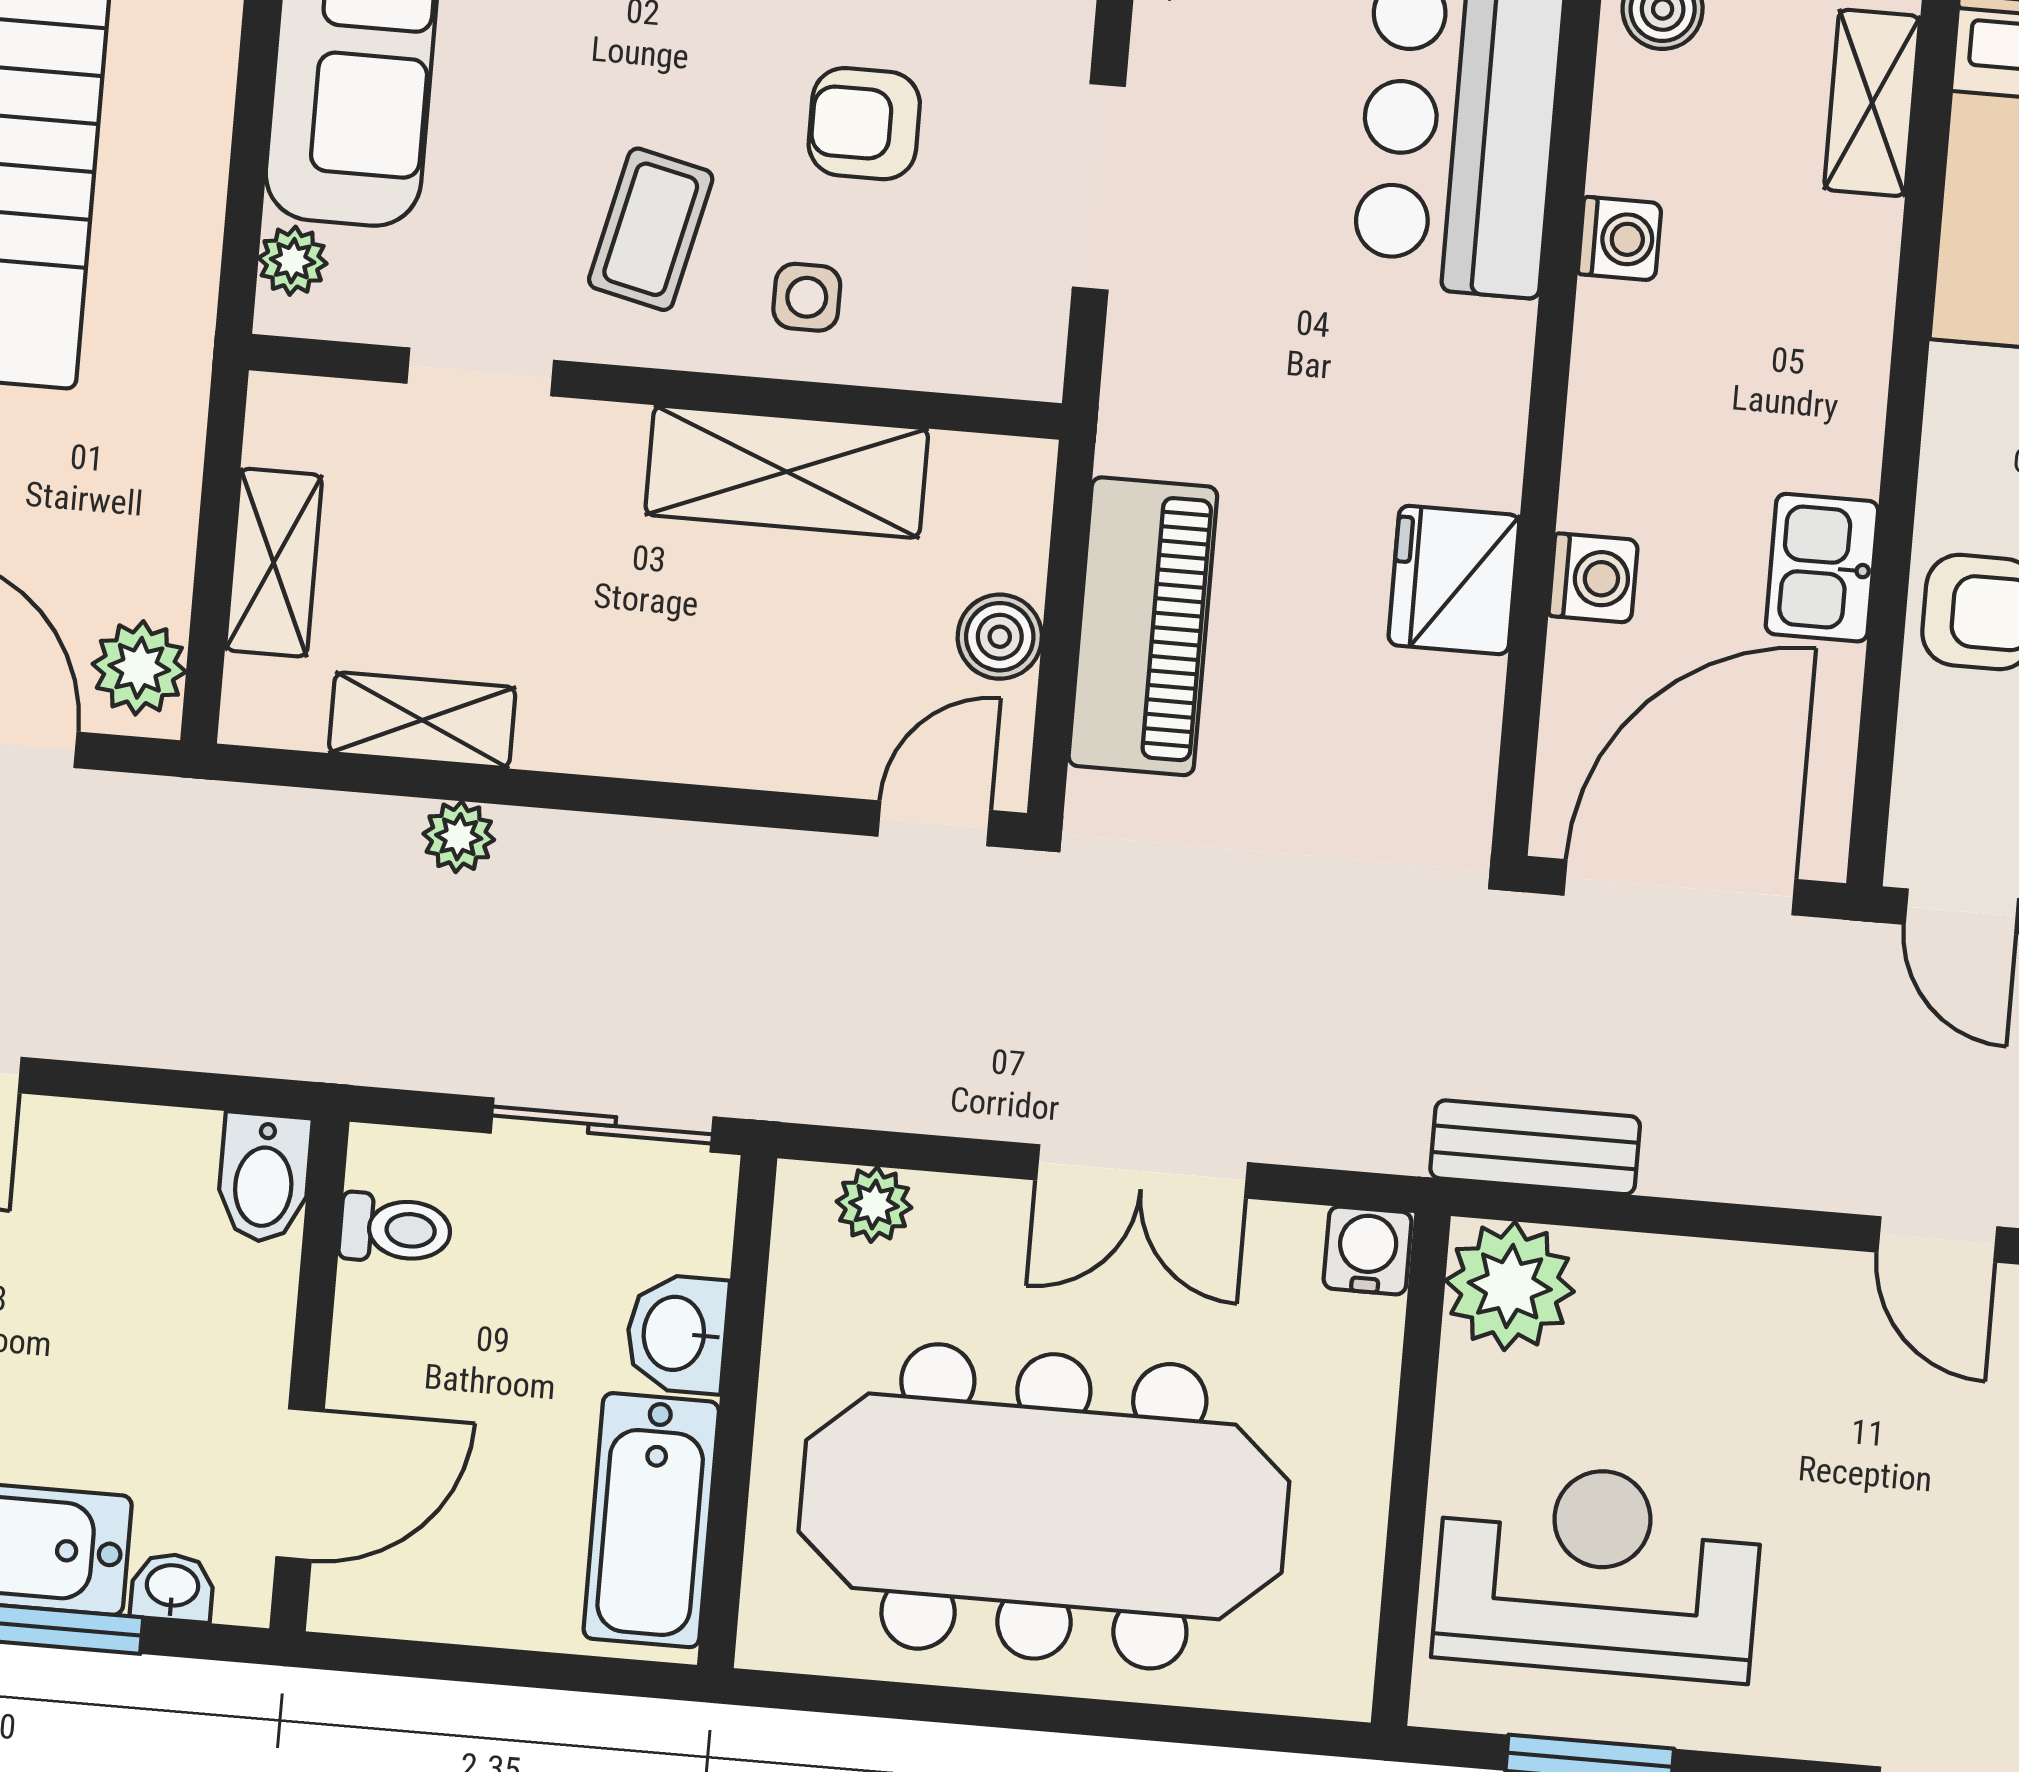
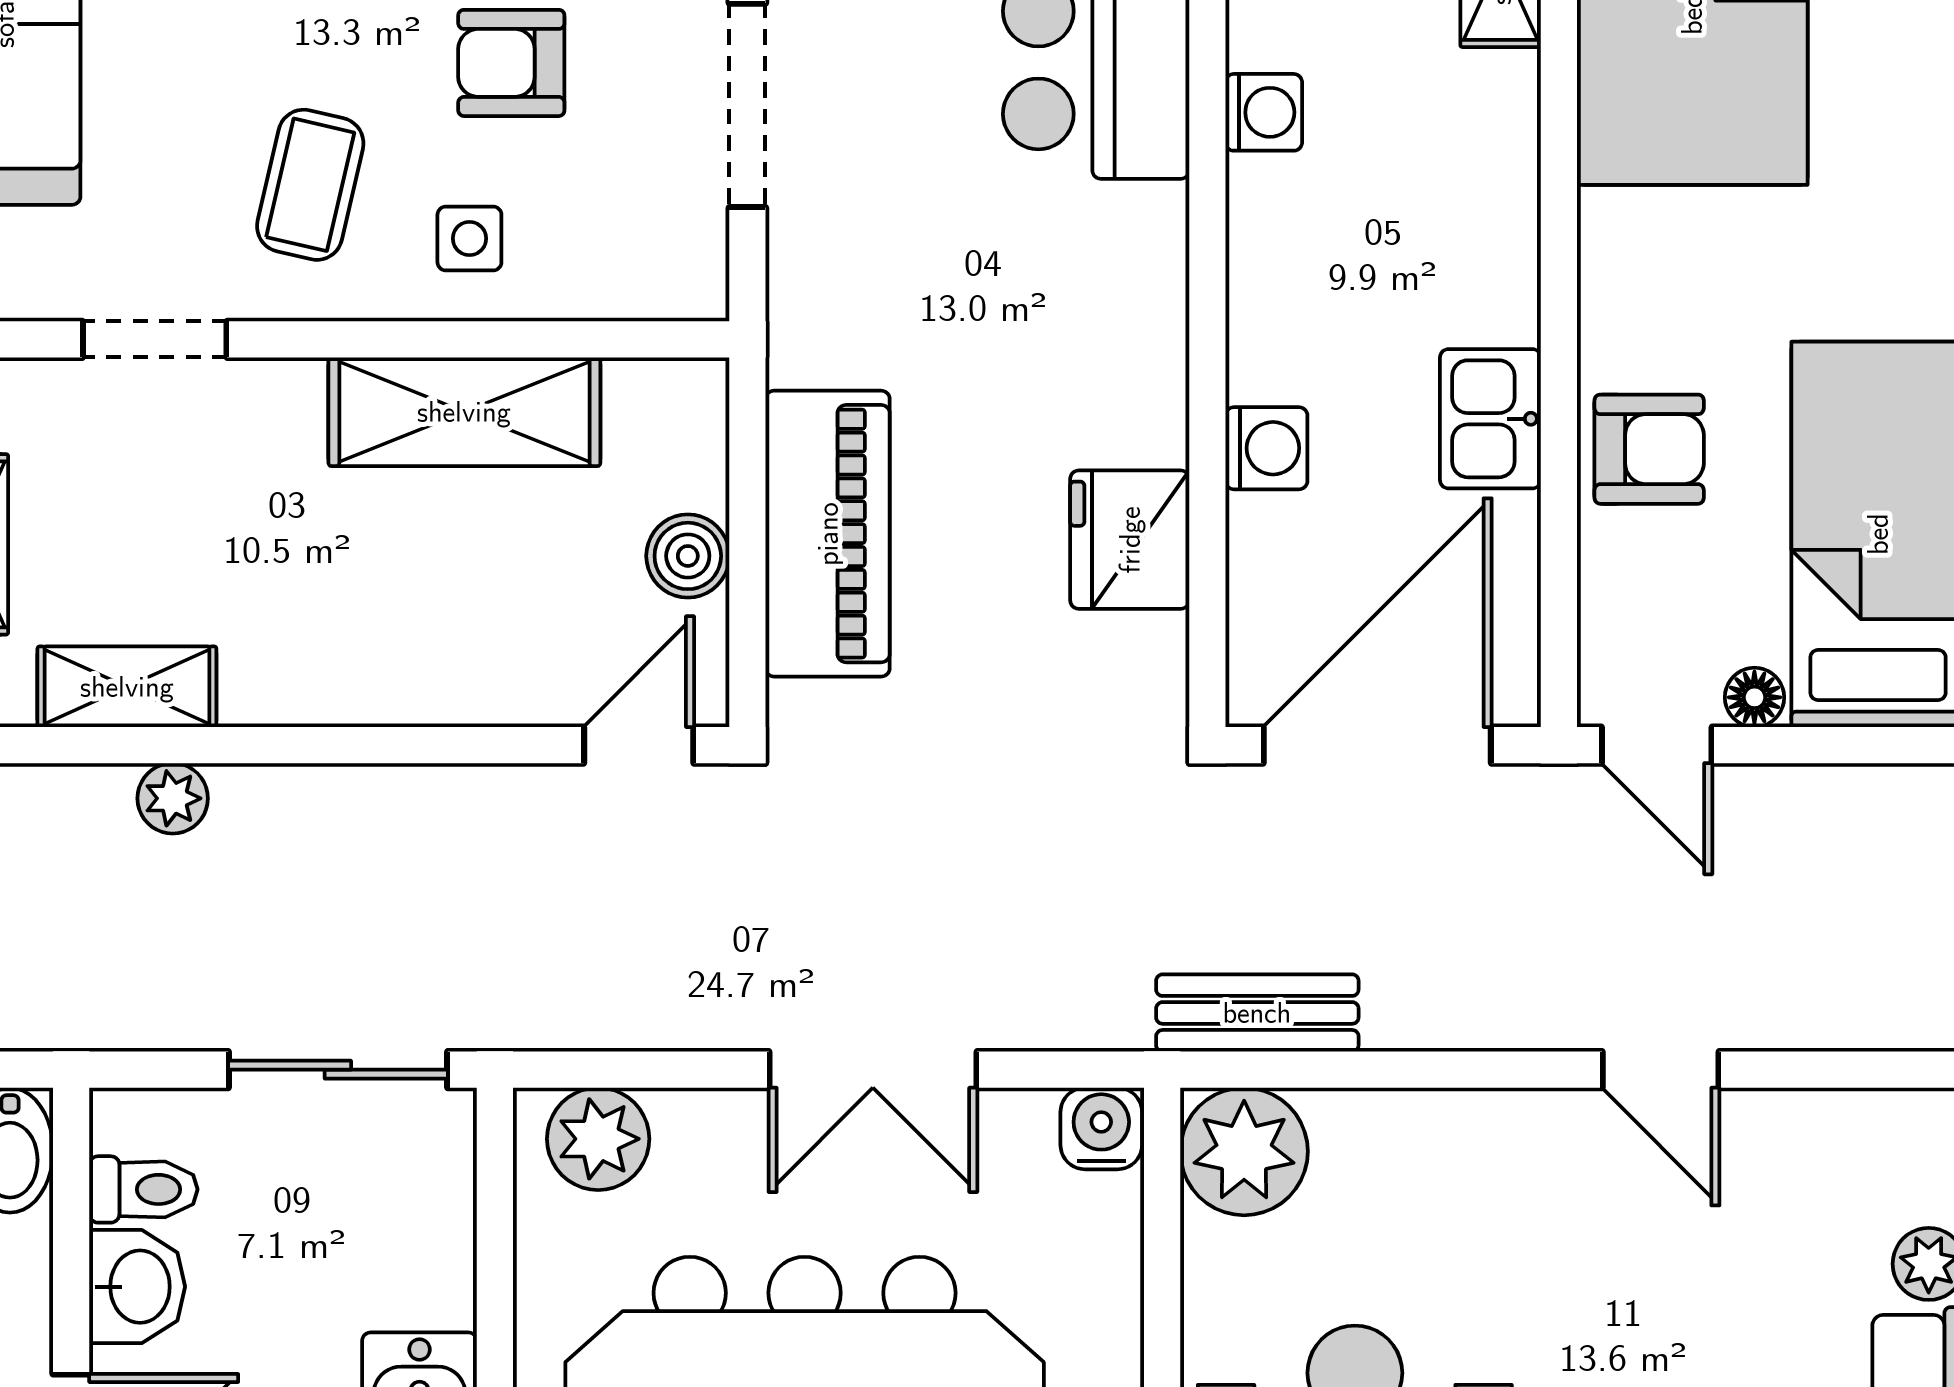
fridge: (1454, 580) -> (1130, 540), moved
plant: (874, 1204) -> (598, 1139), width x1.38, depth x1.38
washbasin: (677, 1334) -> (137, 1287), moved, turned 180

